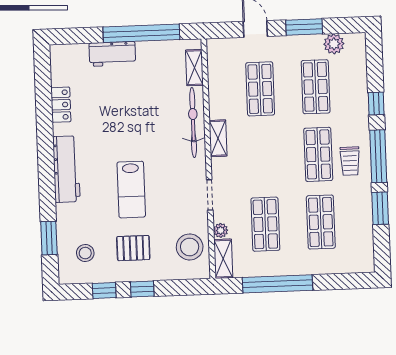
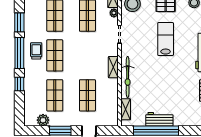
workbench: (112, 54) -> (159, 119), moved

